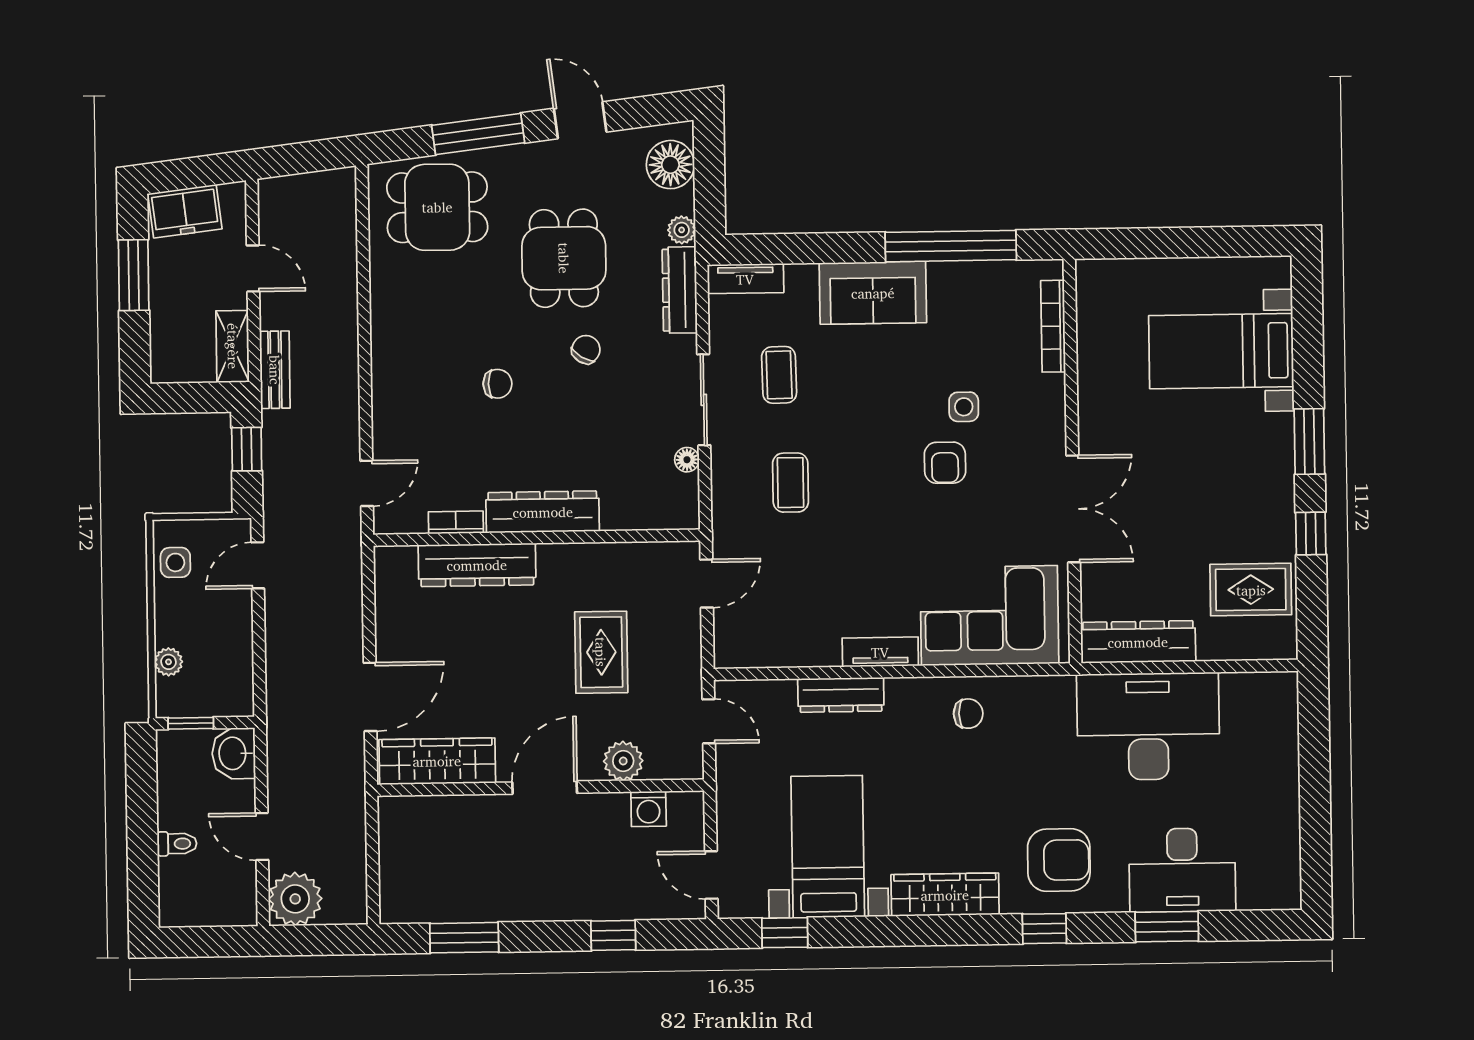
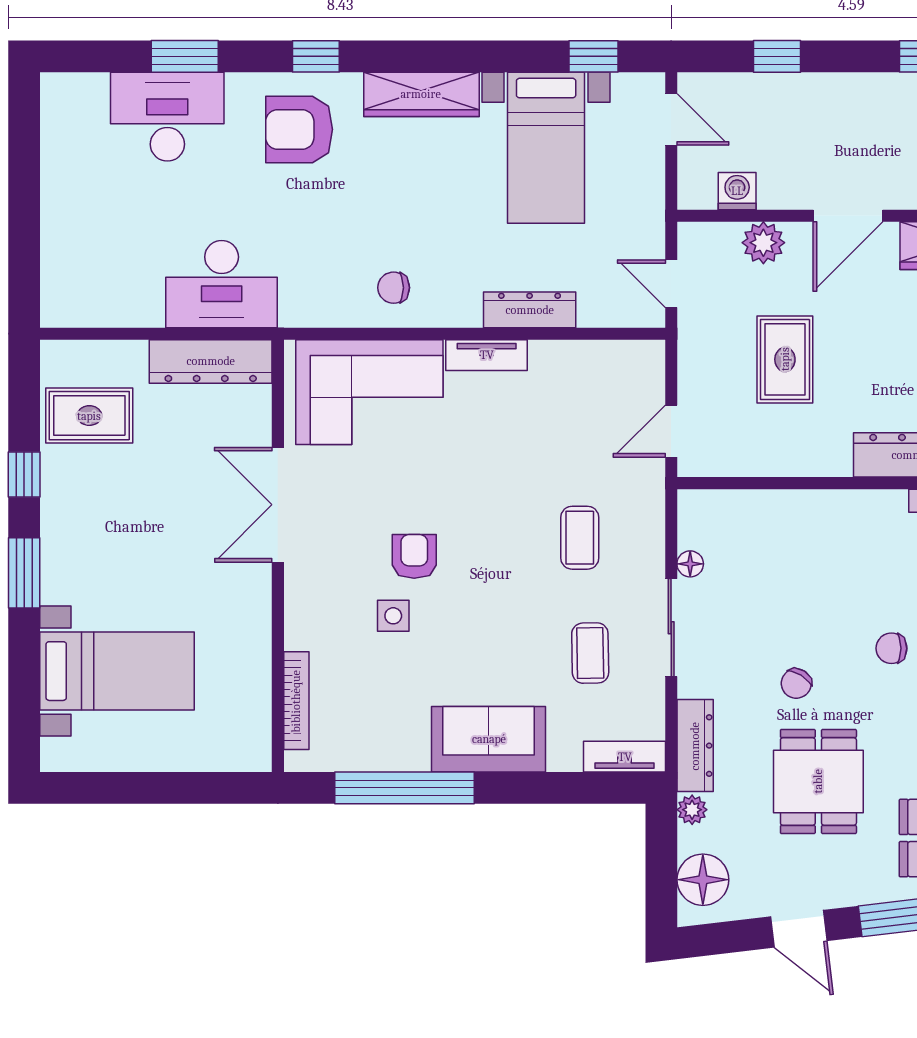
dresser: (543, 512) -> (845, 511), removed
desk: (1148, 726) -> (222, 284), width x0.73, depth x0.77

